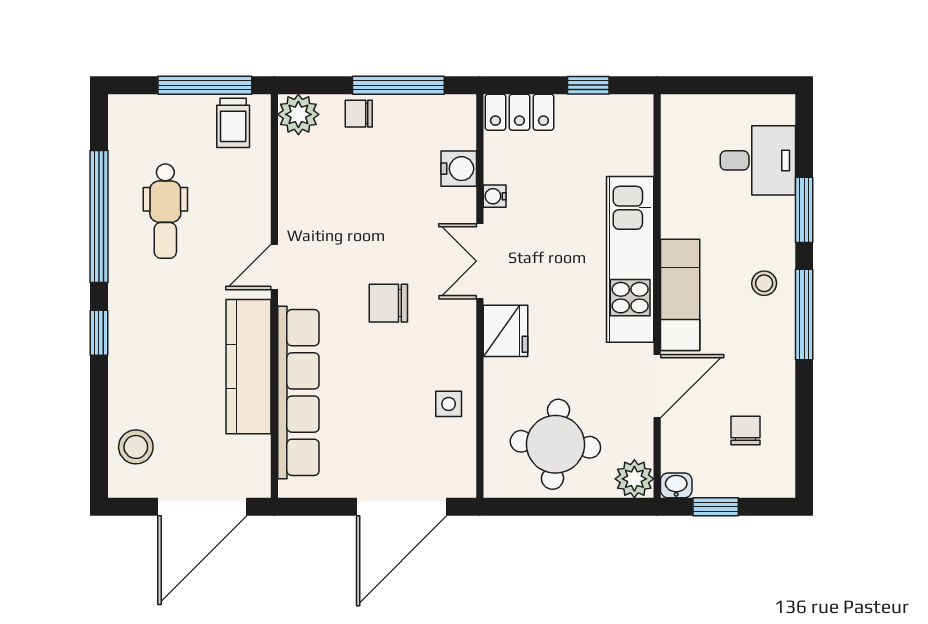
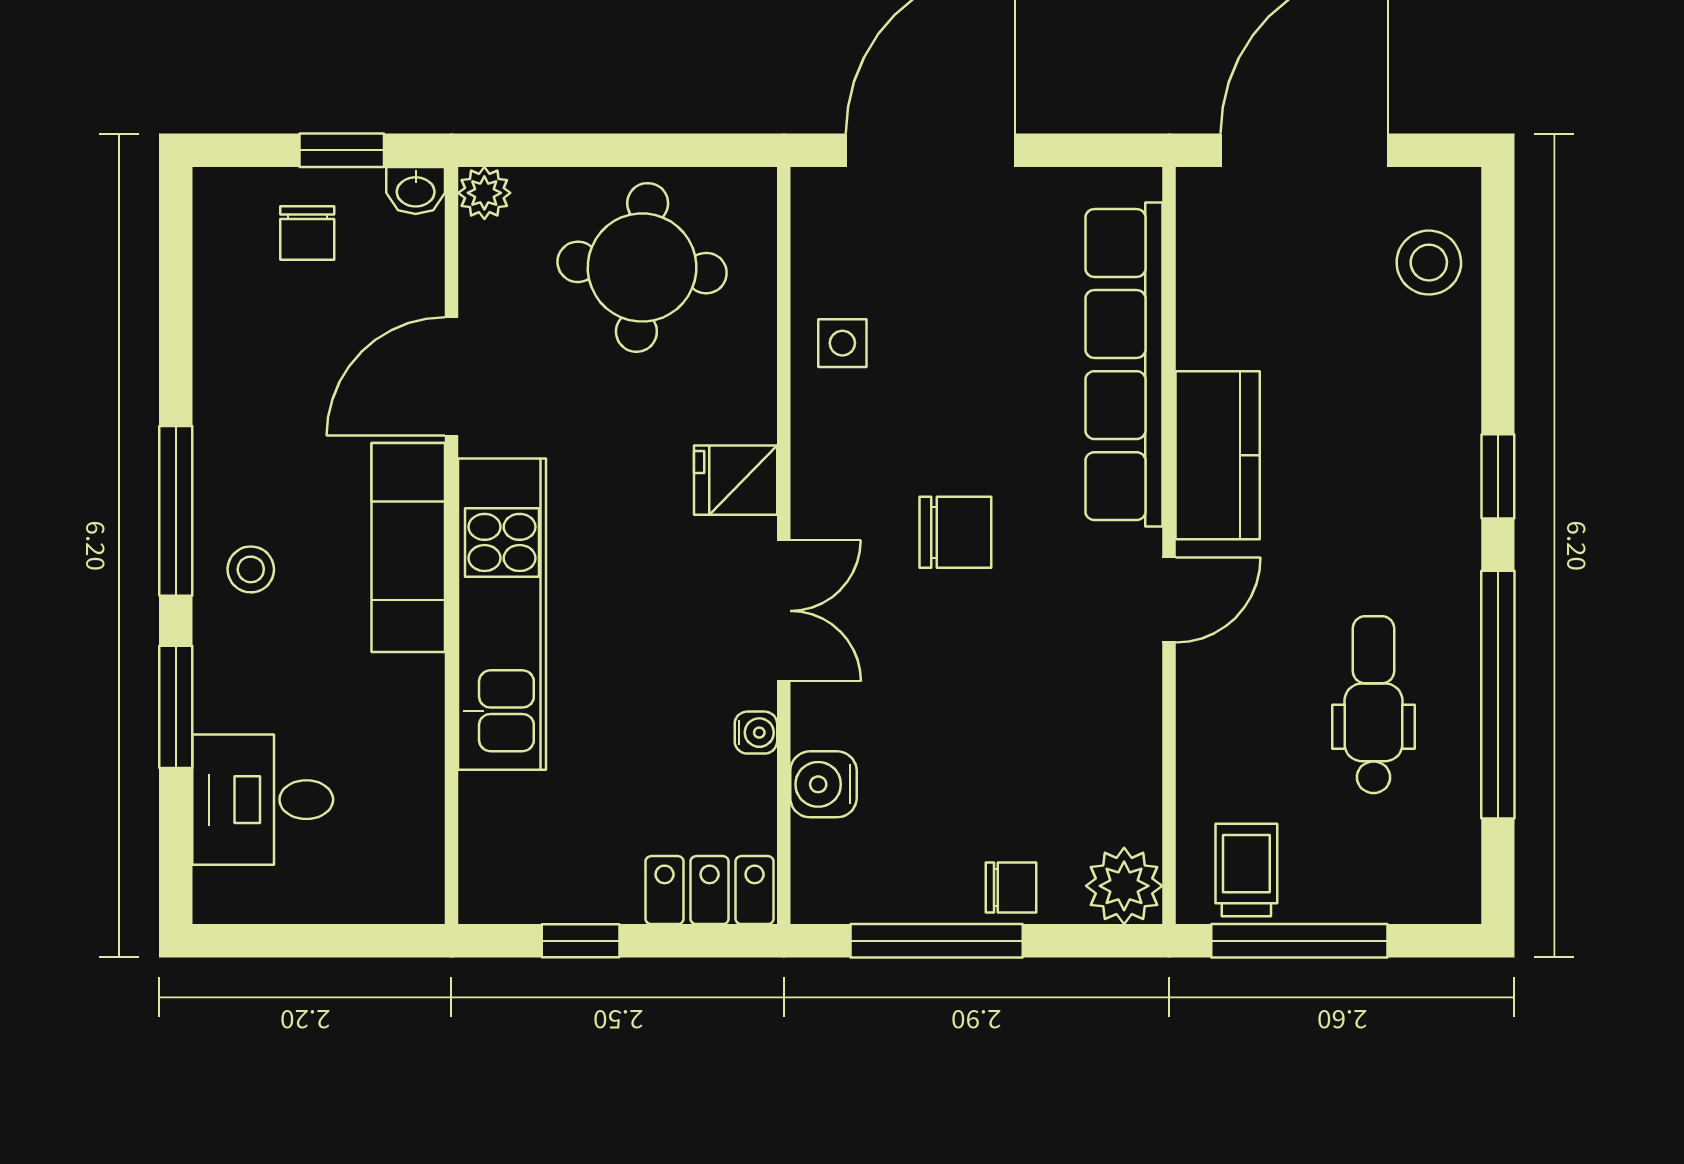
fridge: (506, 331) -> (736, 480), width x0.72
kitchen counter: (248, 367) -> (1218, 455), width x0.67
chair: (745, 430) -> (307, 233), moved
plant: (634, 479) -> (484, 193), width x0.73, depth x0.73

